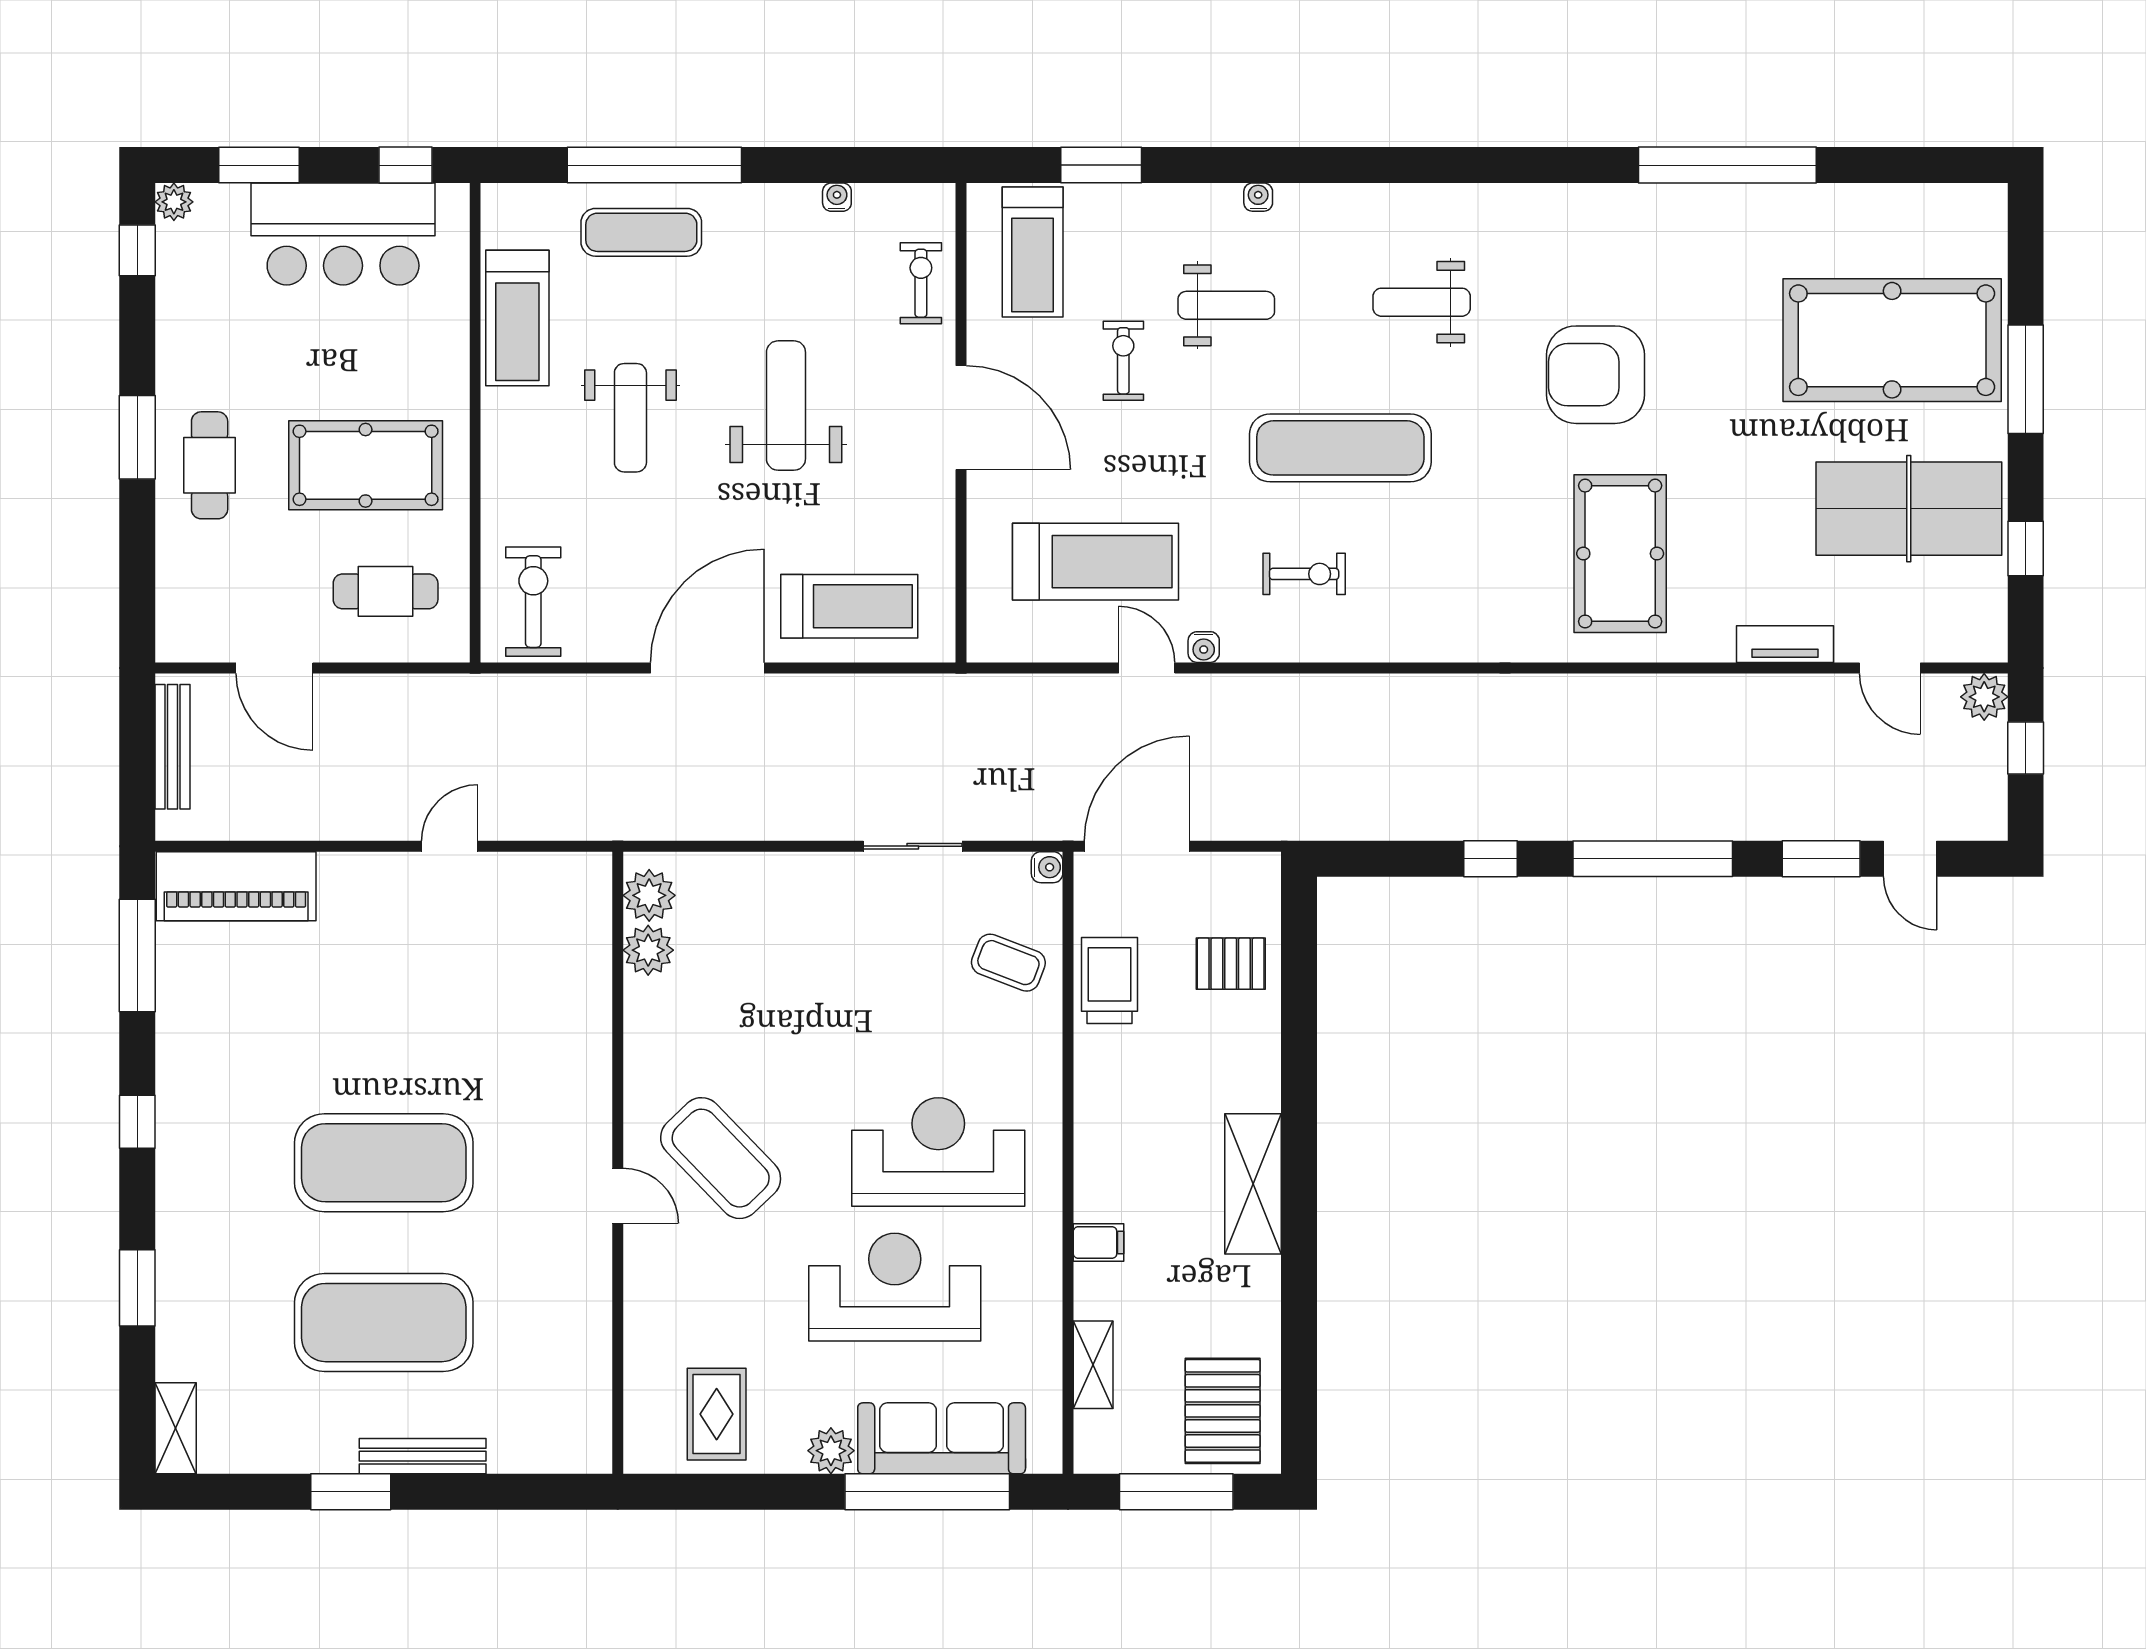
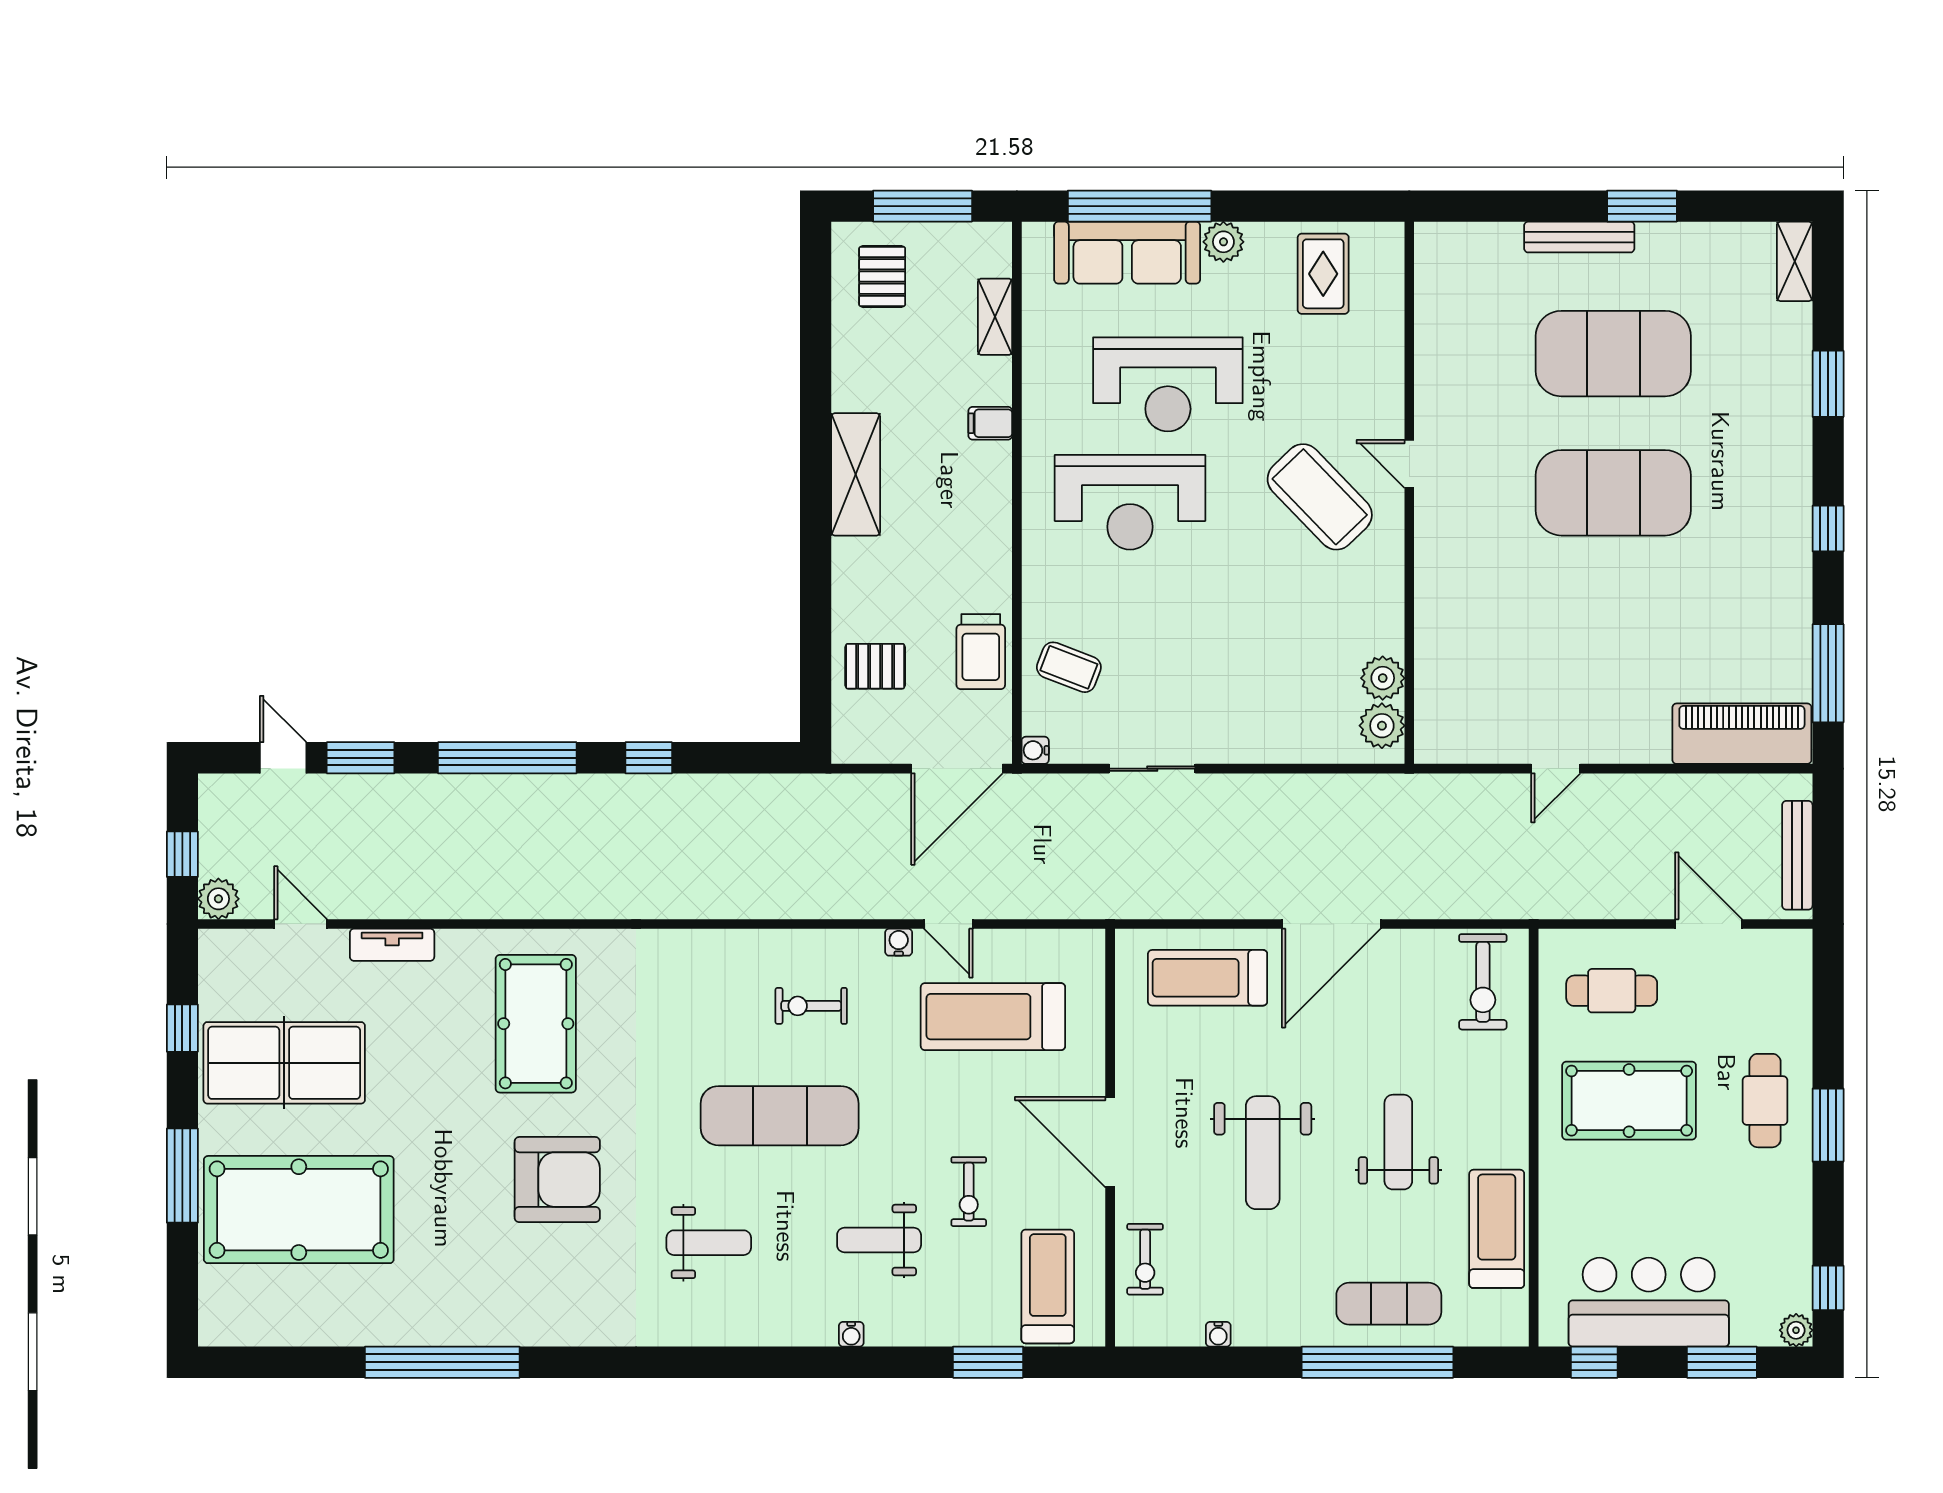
pallet: (1223, 1411) -> (882, 277), width x0.67, depth x0.71

